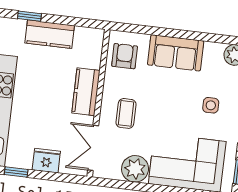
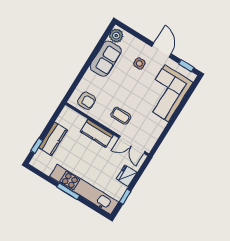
sofa: (176, 53) -> (106, 59), moved
armchair: (125, 56) -> (87, 101), turned 180
plant: (135, 169) -> (156, 126), removed

